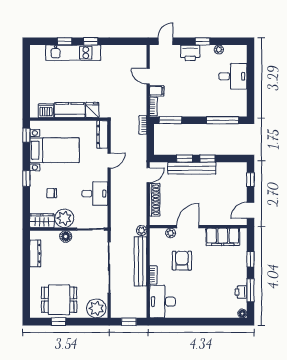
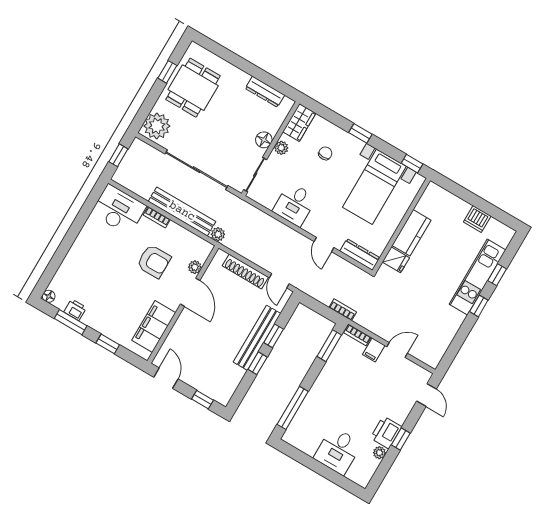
printer: (190, 53) -> (386, 432), moved
dishwasher: (46, 111) -> (477, 219), moved, turned 90
plant: (64, 218) -> (281, 148), width x0.53, depth x0.53

